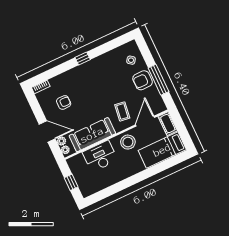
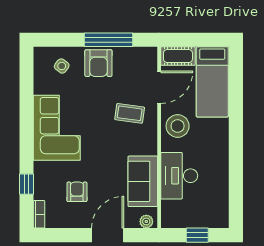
window: (83, 59) -> (26, 184), moved
corner sofa: (95, 74) -> (57, 128), added
door: (145, 121) -> (159, 87), swing flipped
sofa: (92, 135) -> (143, 181), width x0.73
plant: (61, 141) -> (131, 221), removed

